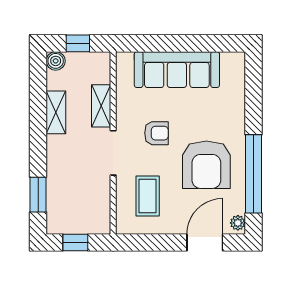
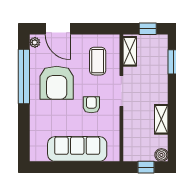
shelving: (101, 106) -> (130, 51), moved
armchair: (156, 133) -> (91, 105), turned 90
armchair: (206, 165) -> (57, 83), turned 180
door: (205, 243) -> (58, 29), hinge flipped

